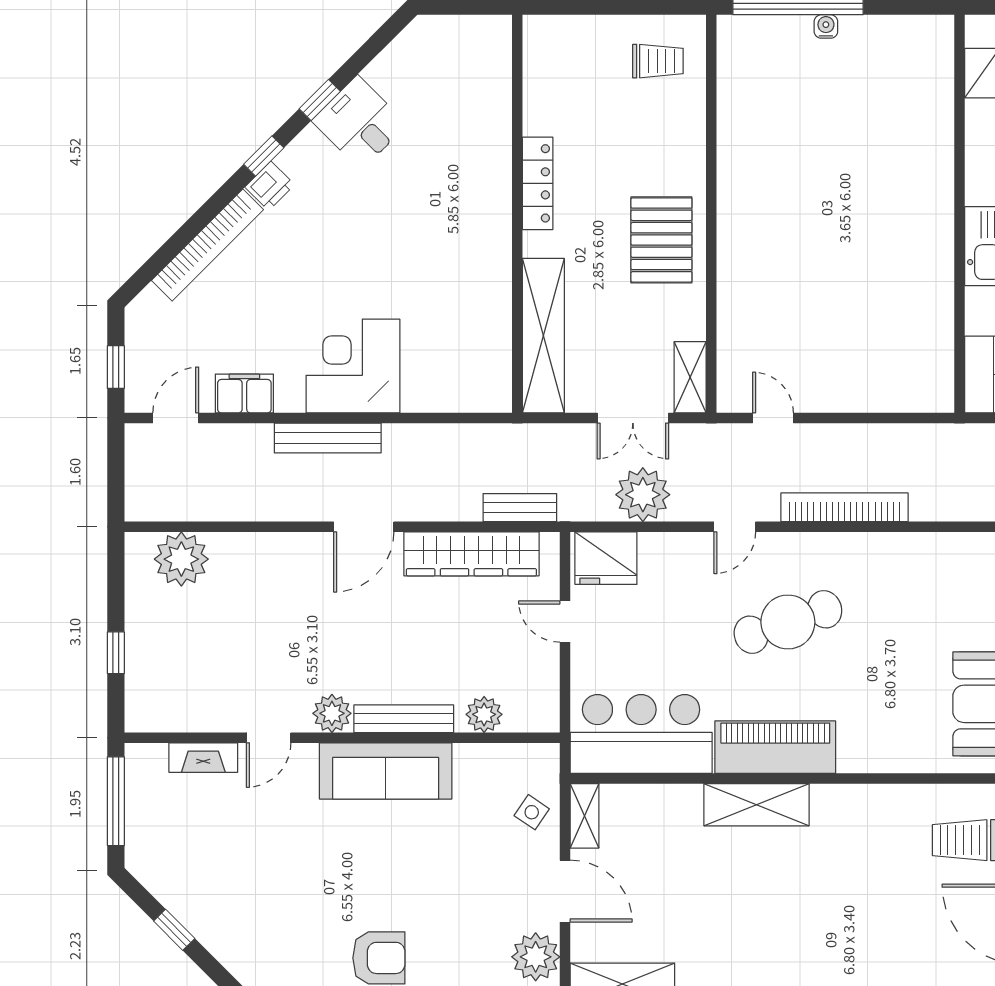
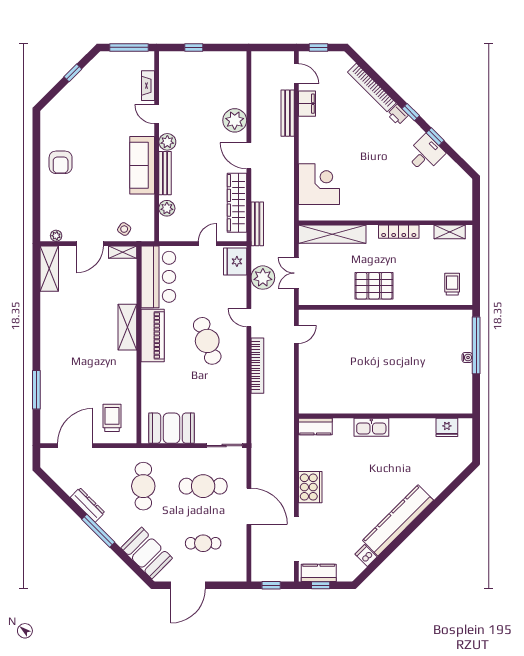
trolley: (658, 61) -> (452, 284), turned 180
corner desk: (353, 366) -> (319, 184), moved
shelving: (690, 377) -> (450, 232), moved
bench: (328, 438) -> (288, 113), moved
bench: (520, 508) -> (257, 224), width x1.36
plant: (181, 559) -> (235, 120), moved
plant: (536, 957) -> (56, 236), width x0.53, depth x0.53

